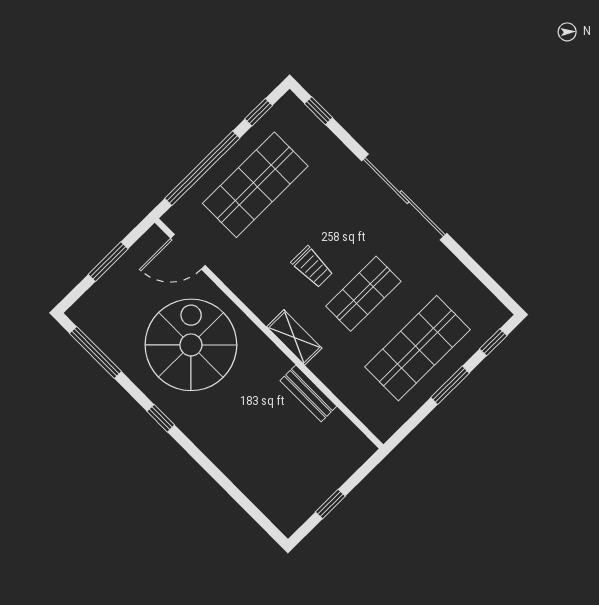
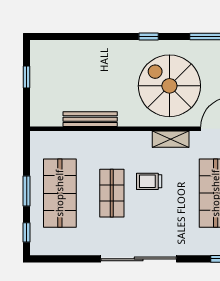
shelving: (294, 337) -> (171, 139), moved
spiral stairs: (191, 345) -> (169, 86), turned 180
bench: (308, 393) -> (90, 119), width x1.36

